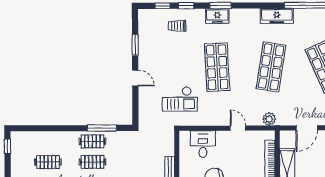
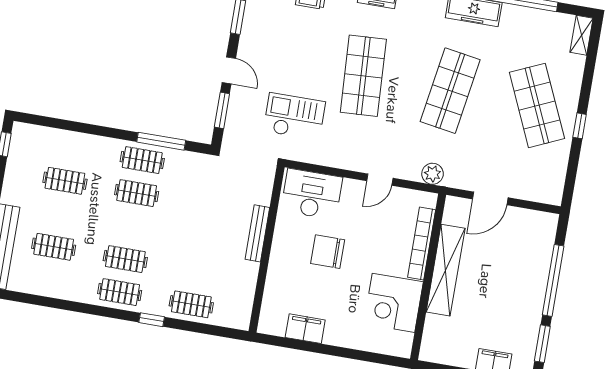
checkout: (180, 99) -> (294, 116), turned 180
window: (135, 103) -> (222, 110), added
door: (238, 128) -> (380, 180), swing flipped
desk: (203, 144) -> (312, 194), width x1.37

